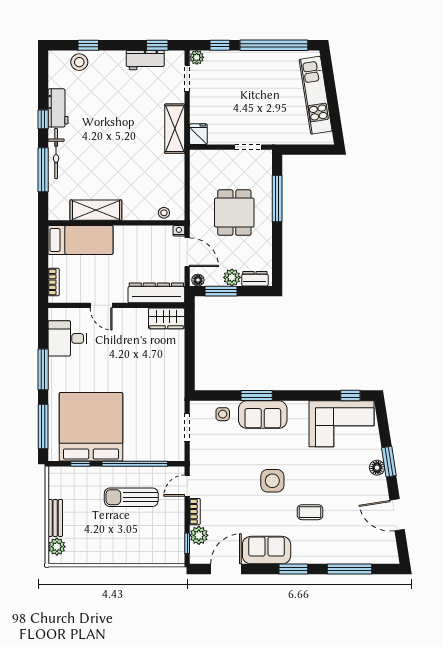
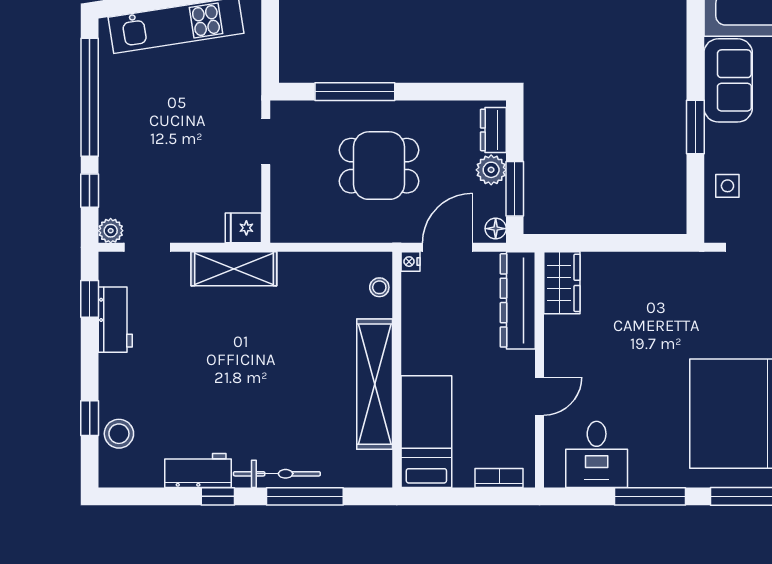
shelving: (96, 210) -> (375, 384), width x1.47
sofa: (263, 415) -> (728, 80), moved

